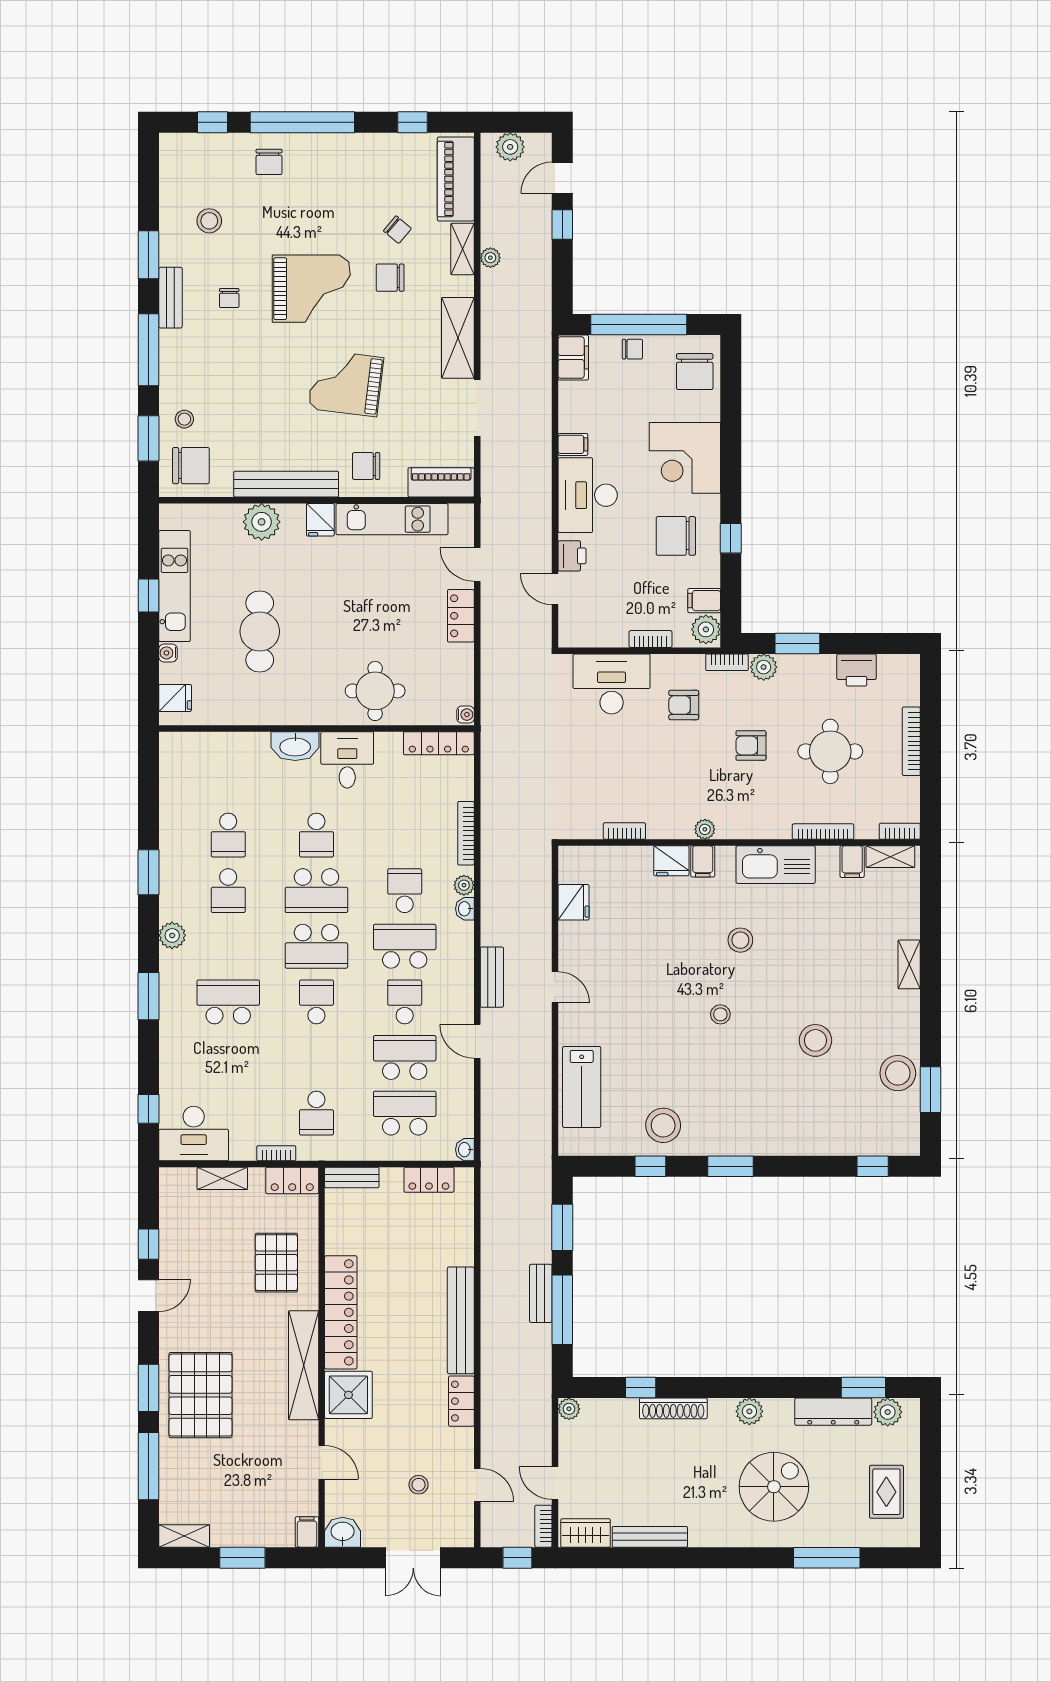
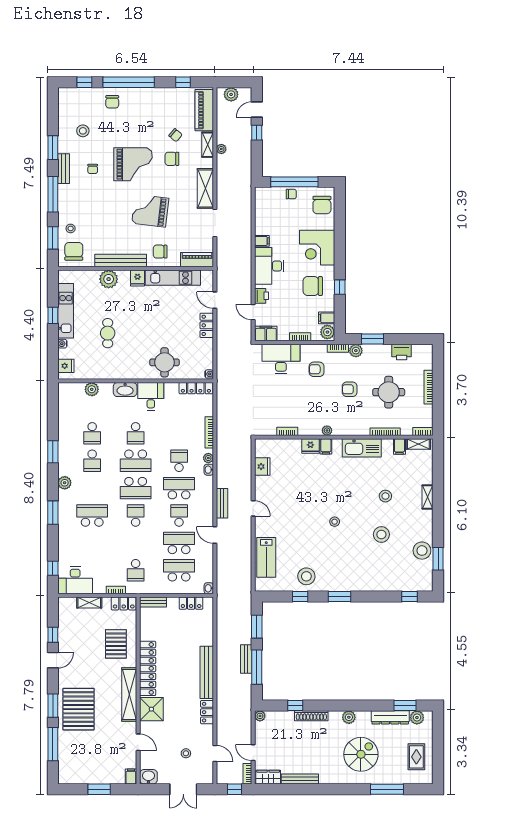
filing cabinet: (573, 358) -> (266, 334), moved, turned -90
chair: (191, 466) -> (74, 251), turned -90
cafe table: (260, 631) -> (108, 333), width x0.73, depth x0.74
plant: (227, 746) -> (92, 389), added
stool: (740, 940) -> (385, 496), moved
shelving: (184, 1536) -> (70, 779), removed

